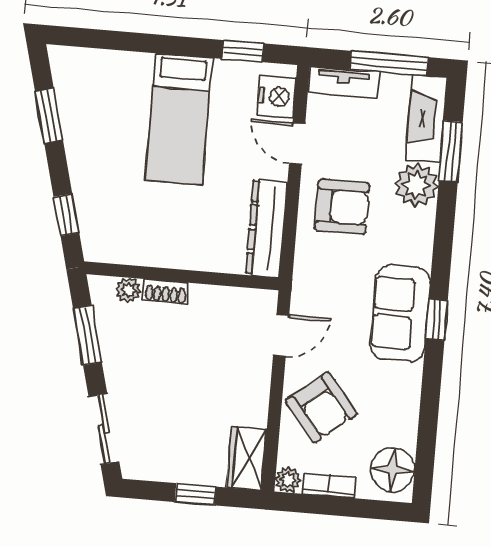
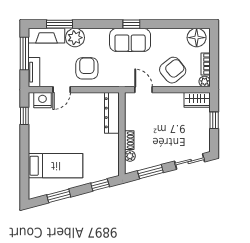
bed: (179, 119) -> (56, 166), moved
dresser: (266, 228) -> (112, 113), moved, turned 90

